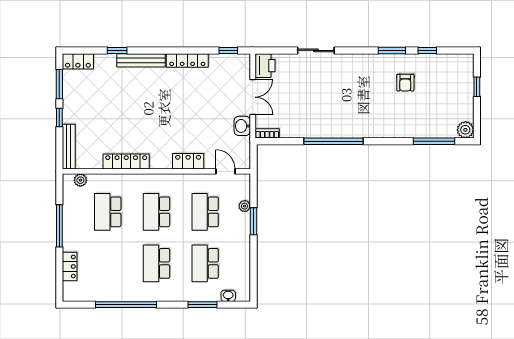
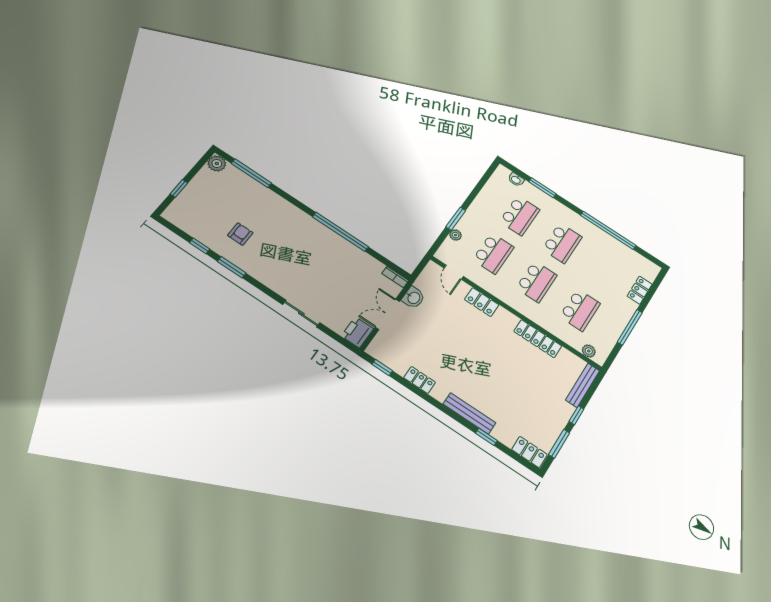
locker: (187, 60) -> (420, 380), width x0.66

